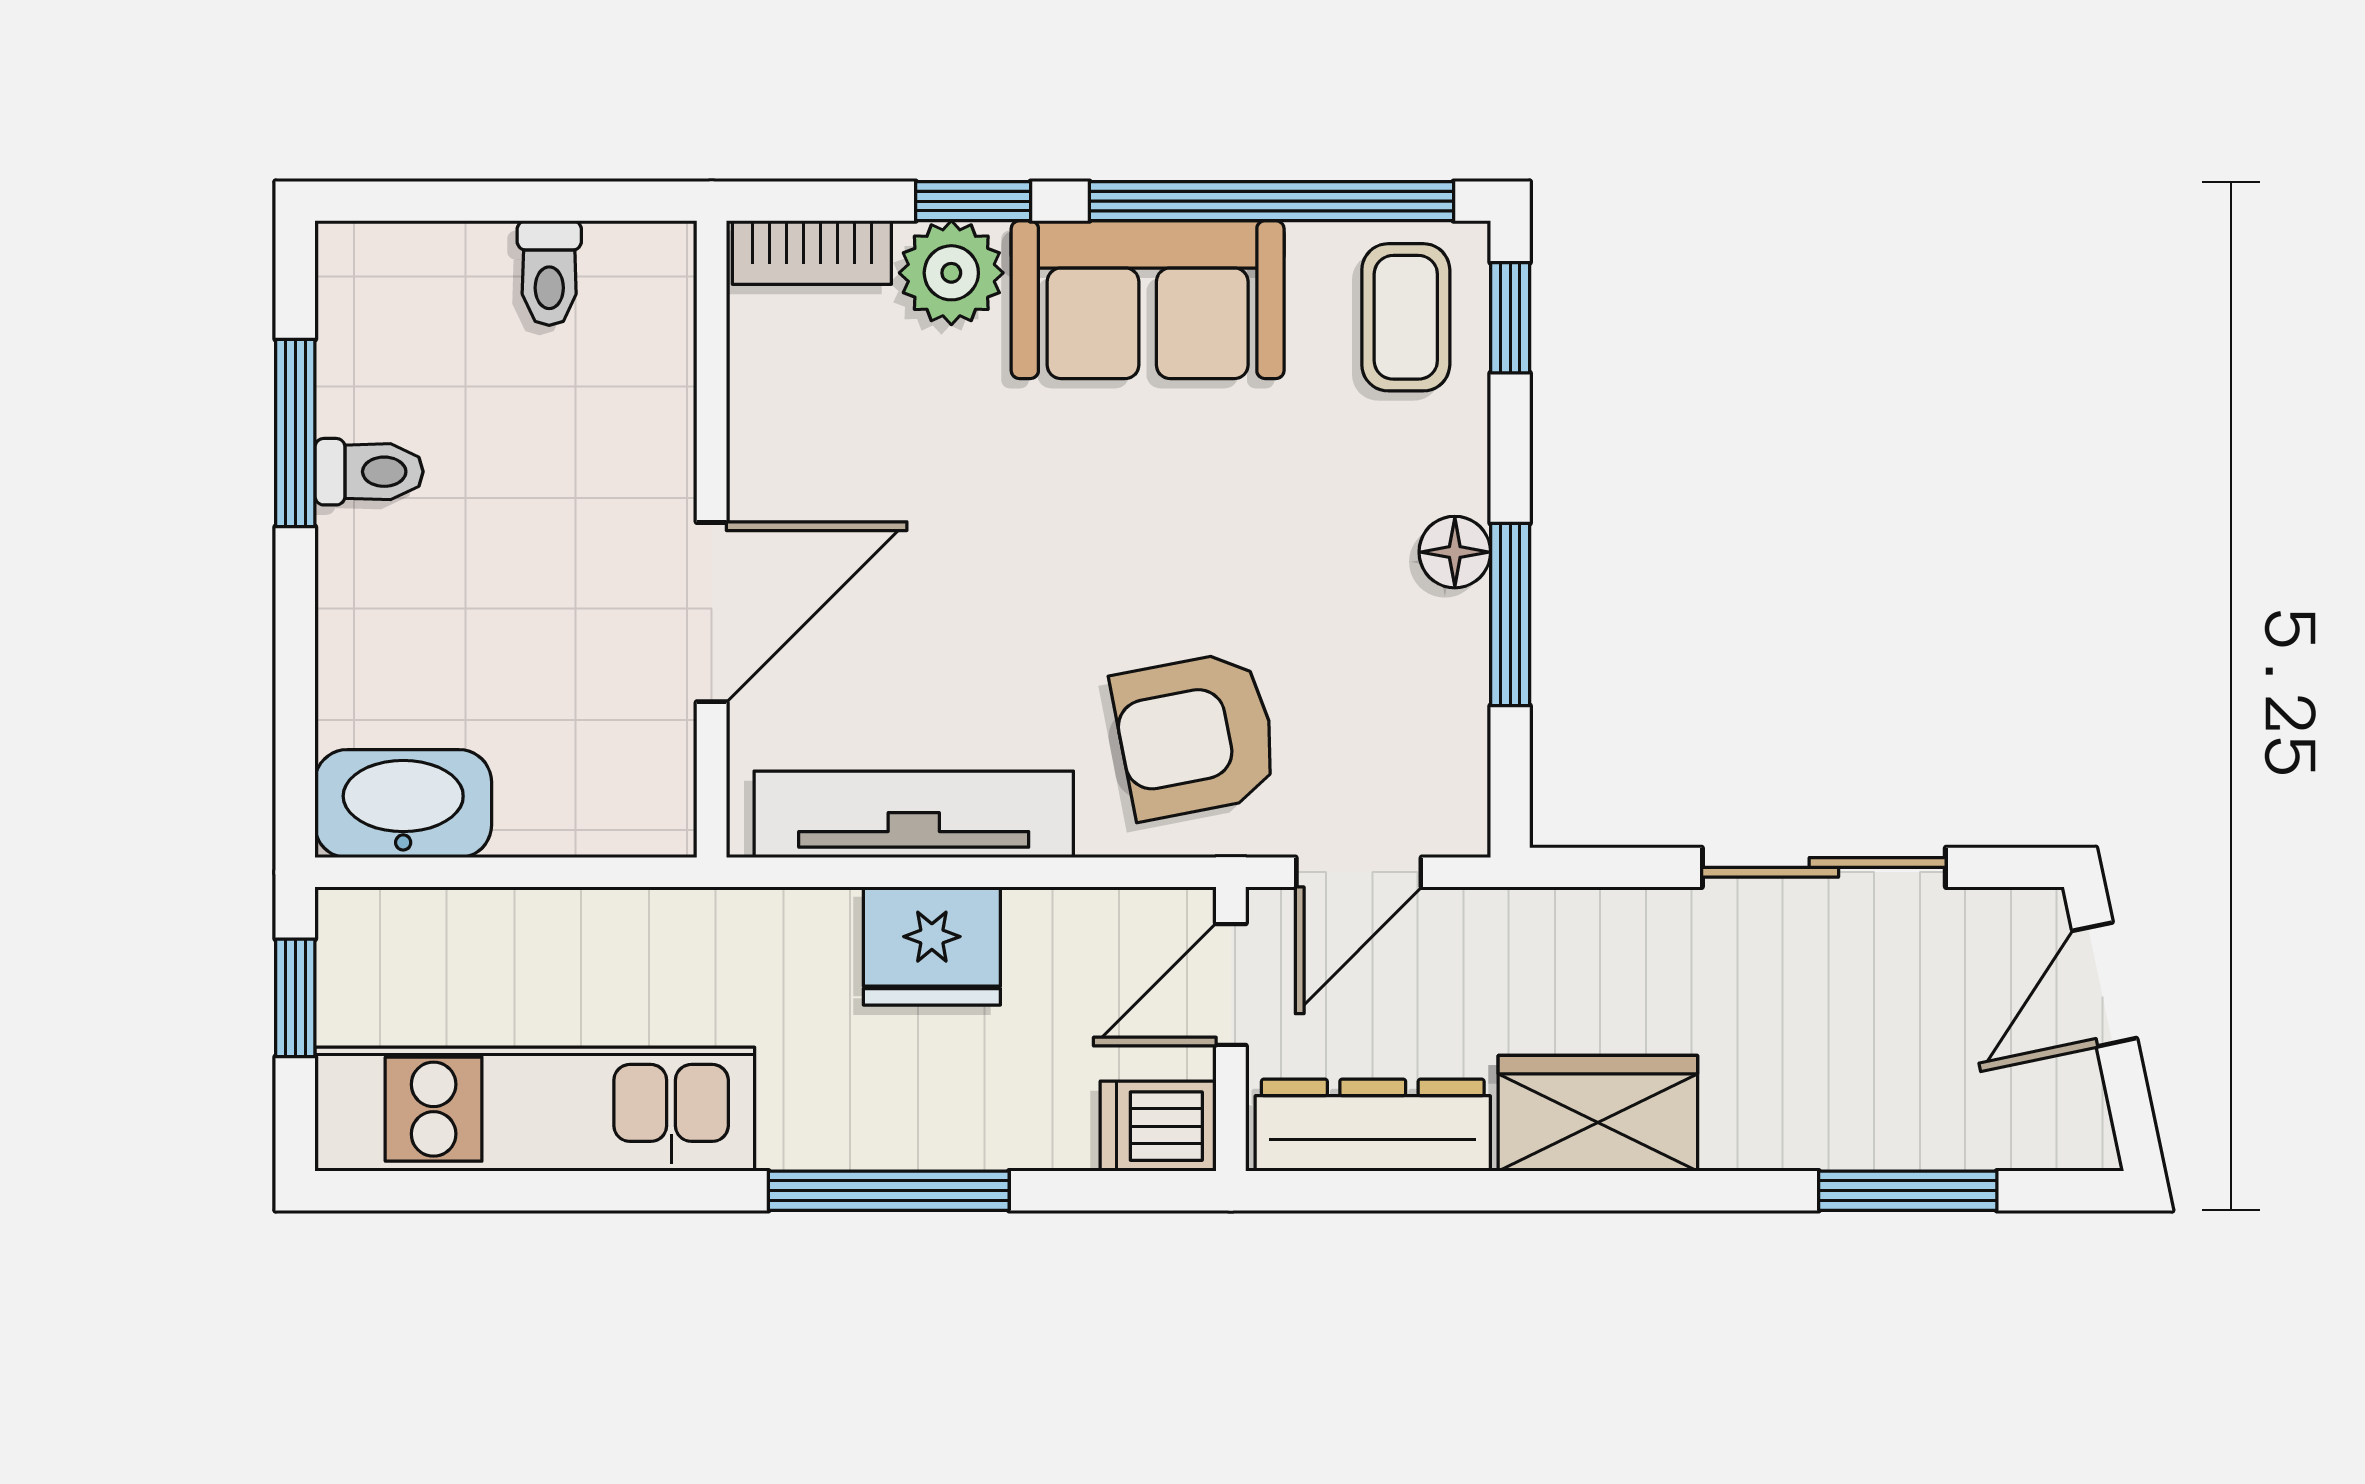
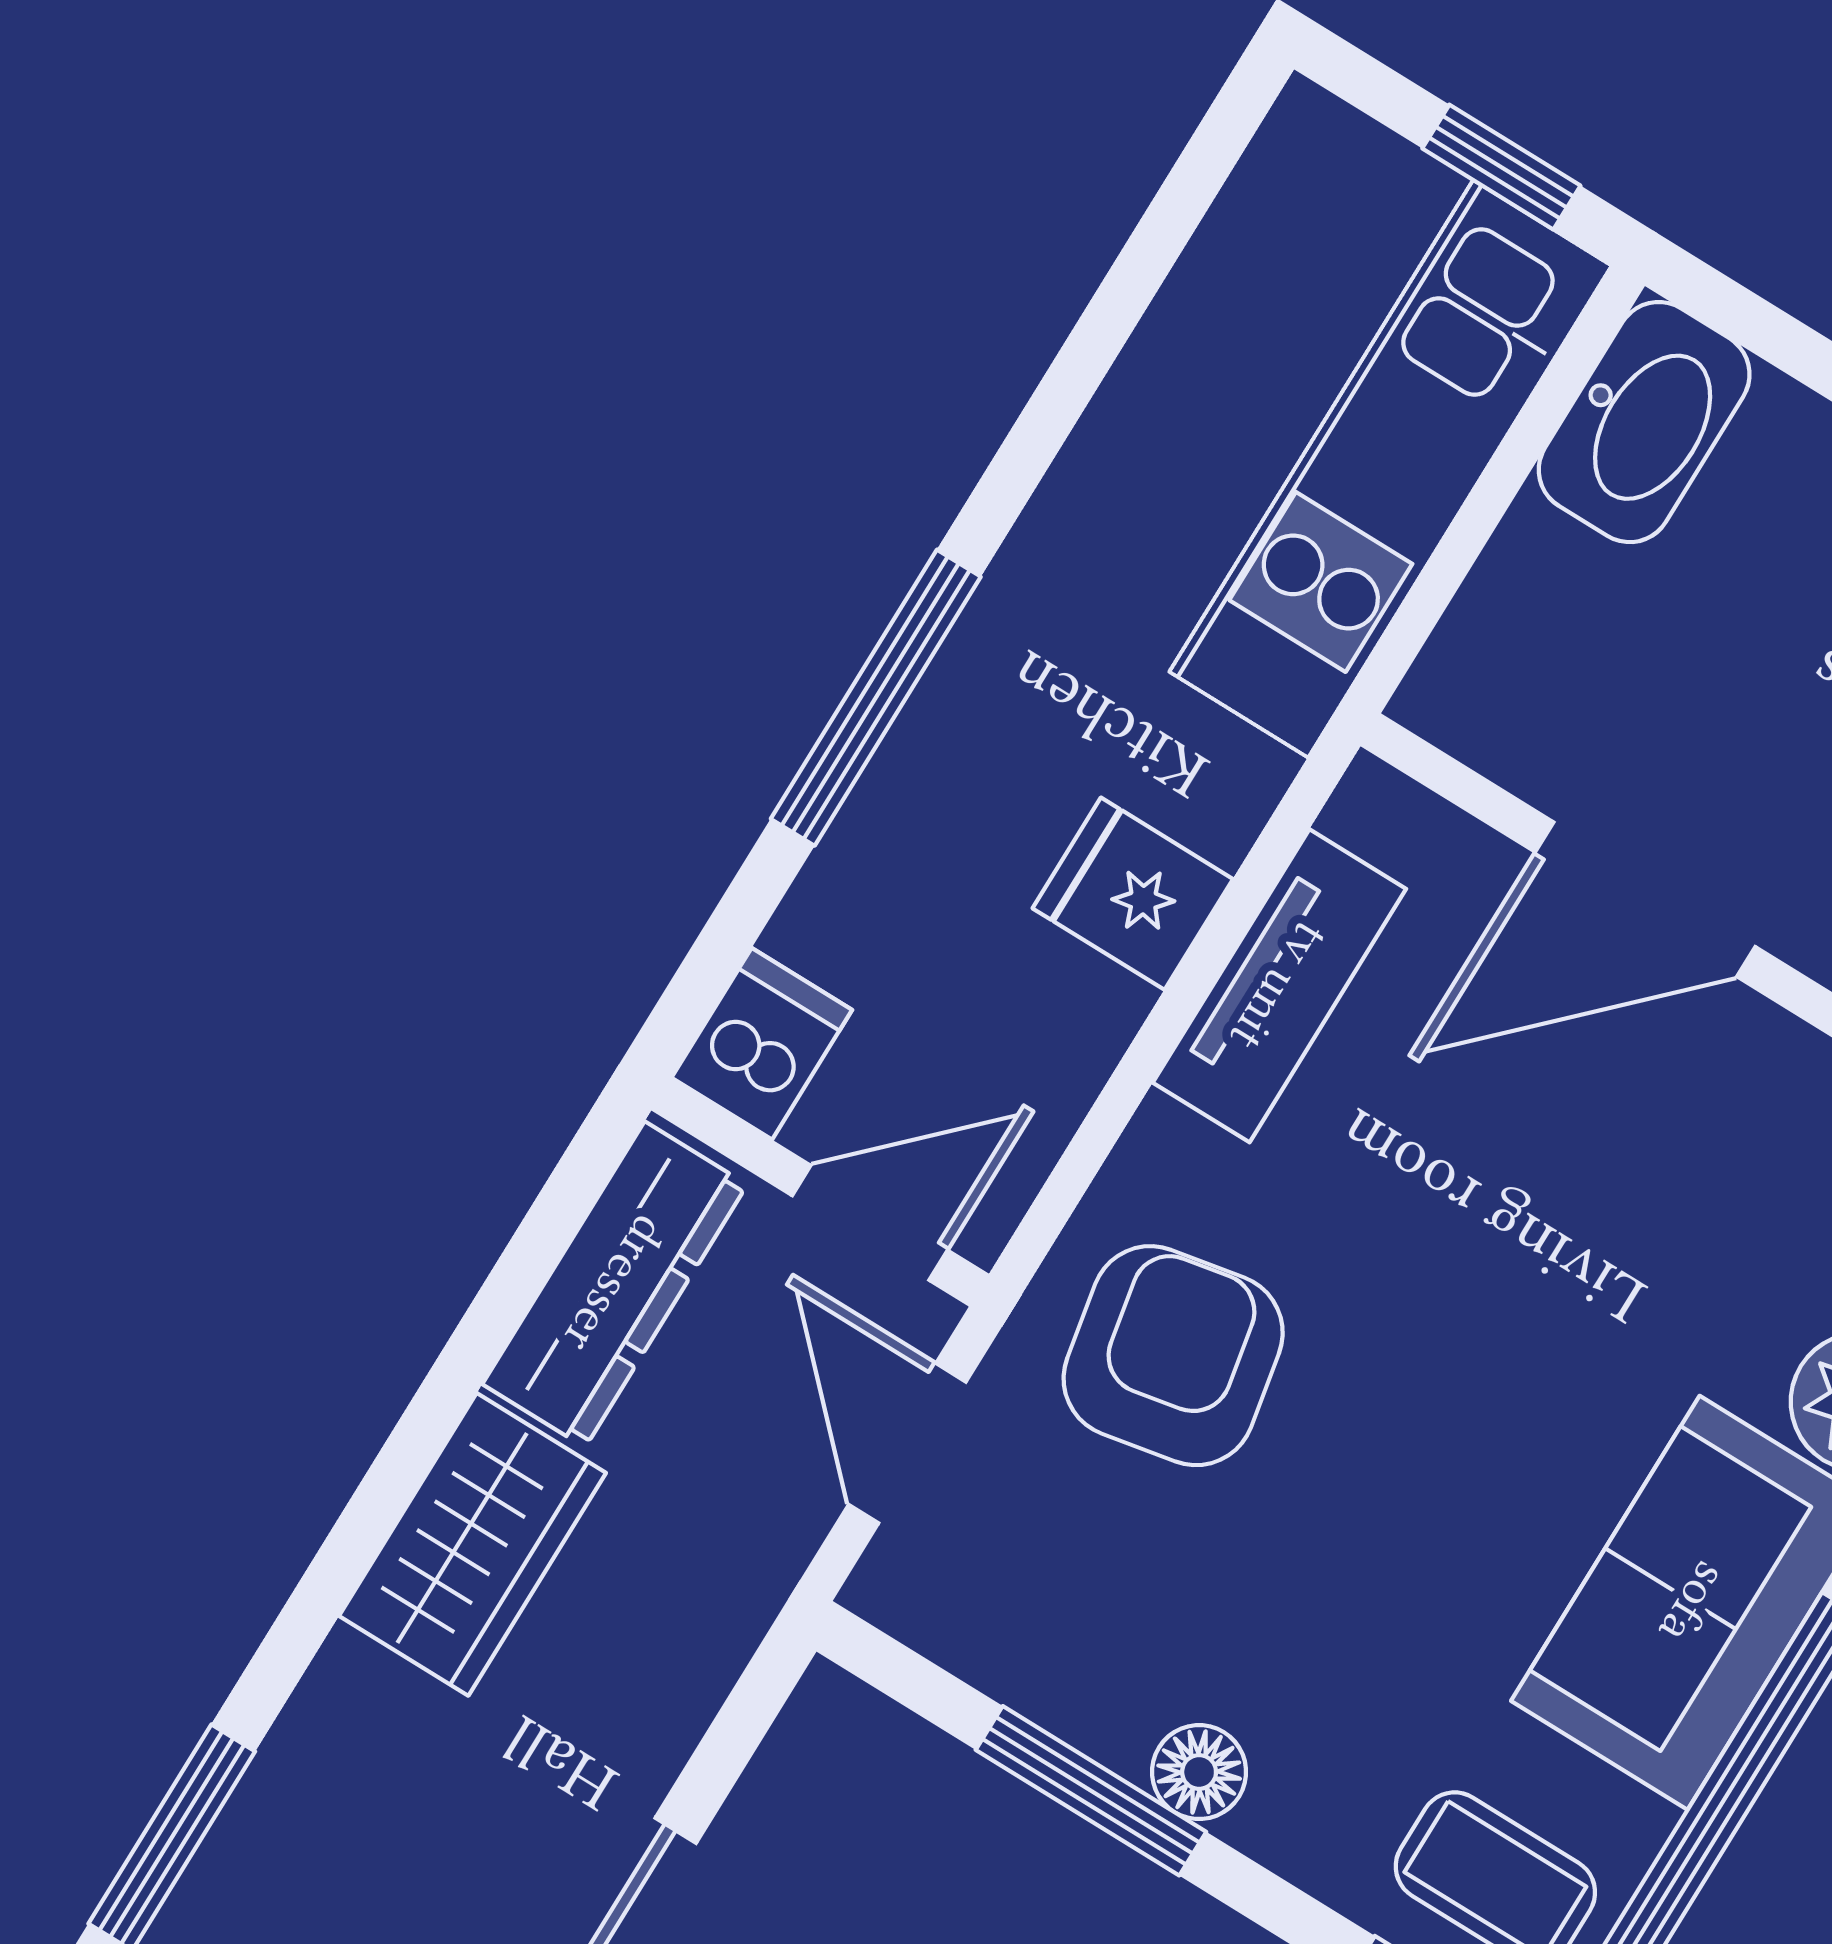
door: (712, 612) -> (1645, 899), hinge flipped
tv unit: (914, 814) -> (1279, 986), width x0.71
fridge: (932, 946) -> (1133, 894), width x0.72
door: (1231, 985) -> (870, 1223), hinge flipped
kitchen unit: (535, 1109) -> (1391, 469), moved, turned 180

